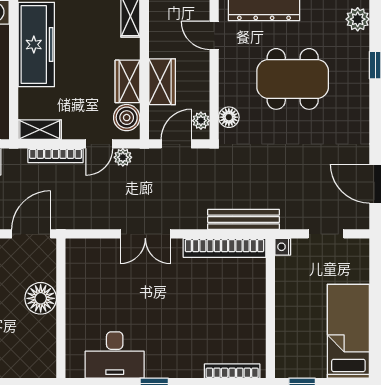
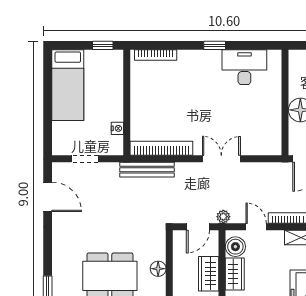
floor lamp: (229, 117) -> (158, 269), moved
plant: (201, 121) -> (179, 244), removed
door: (99, 144) -> (256, 227), hinge flipped
plant: (123, 157) -> (223, 217), moved
nightstand: (283, 247) -> (117, 128), moved

